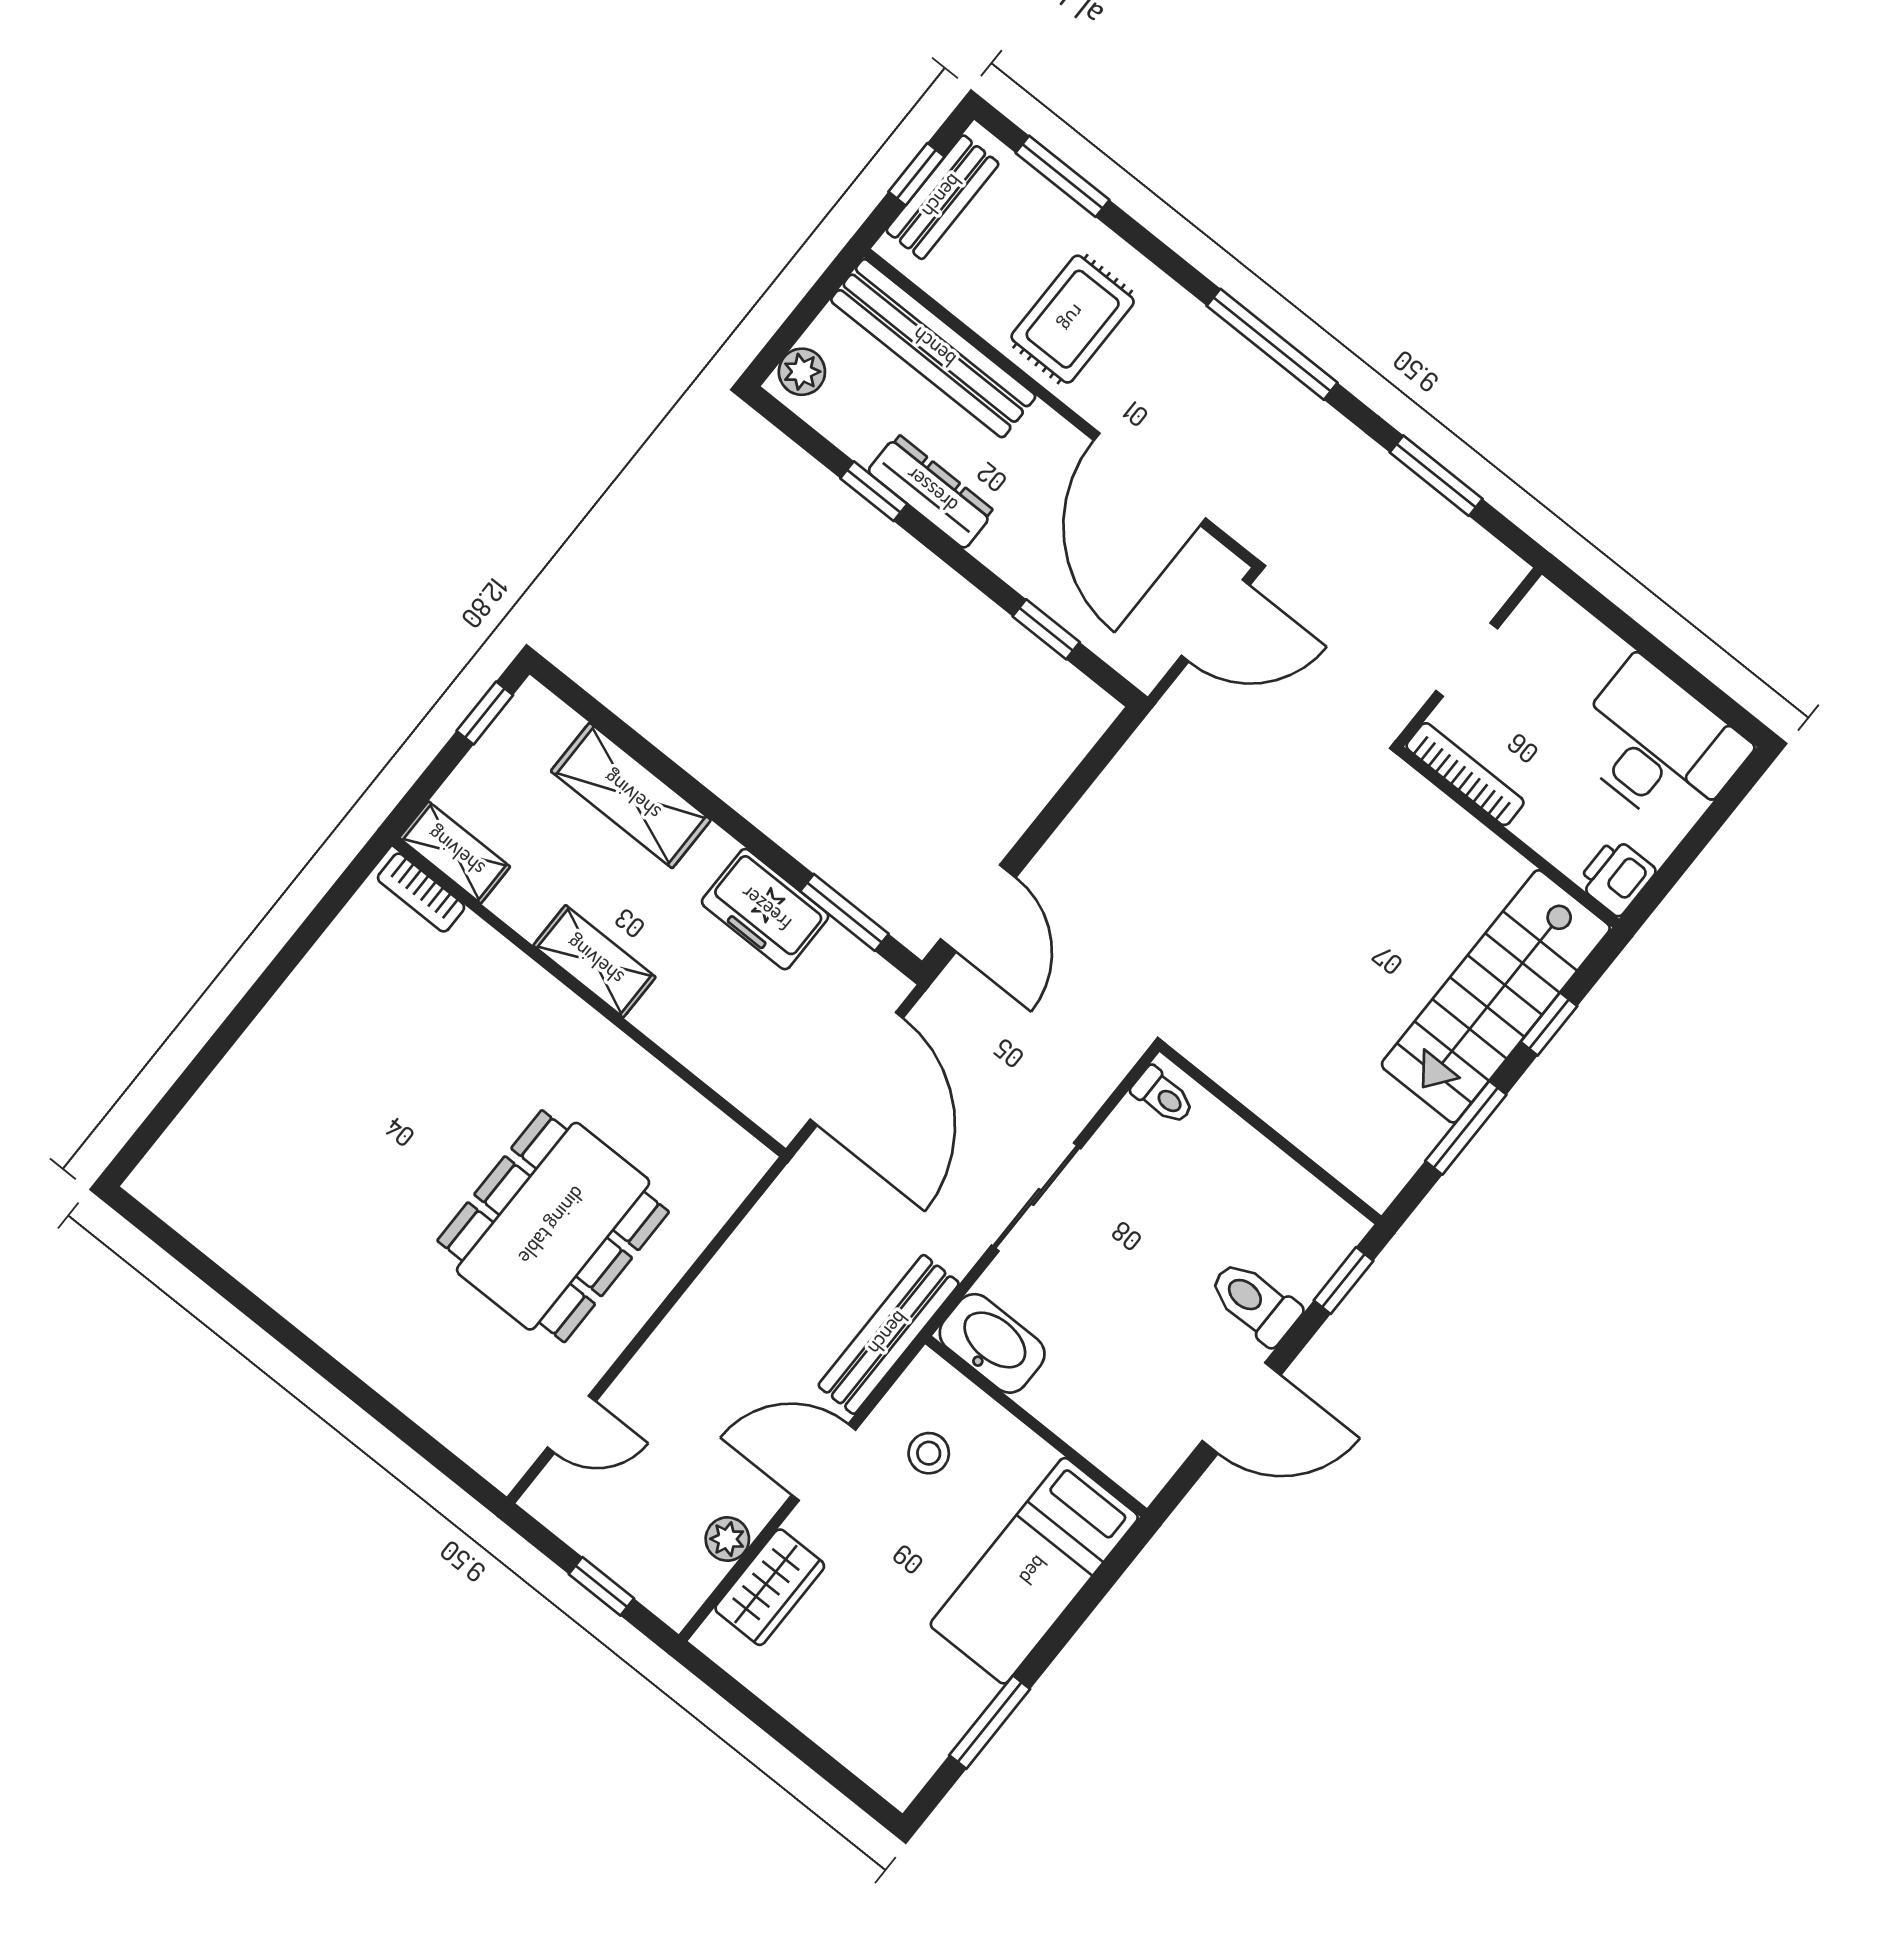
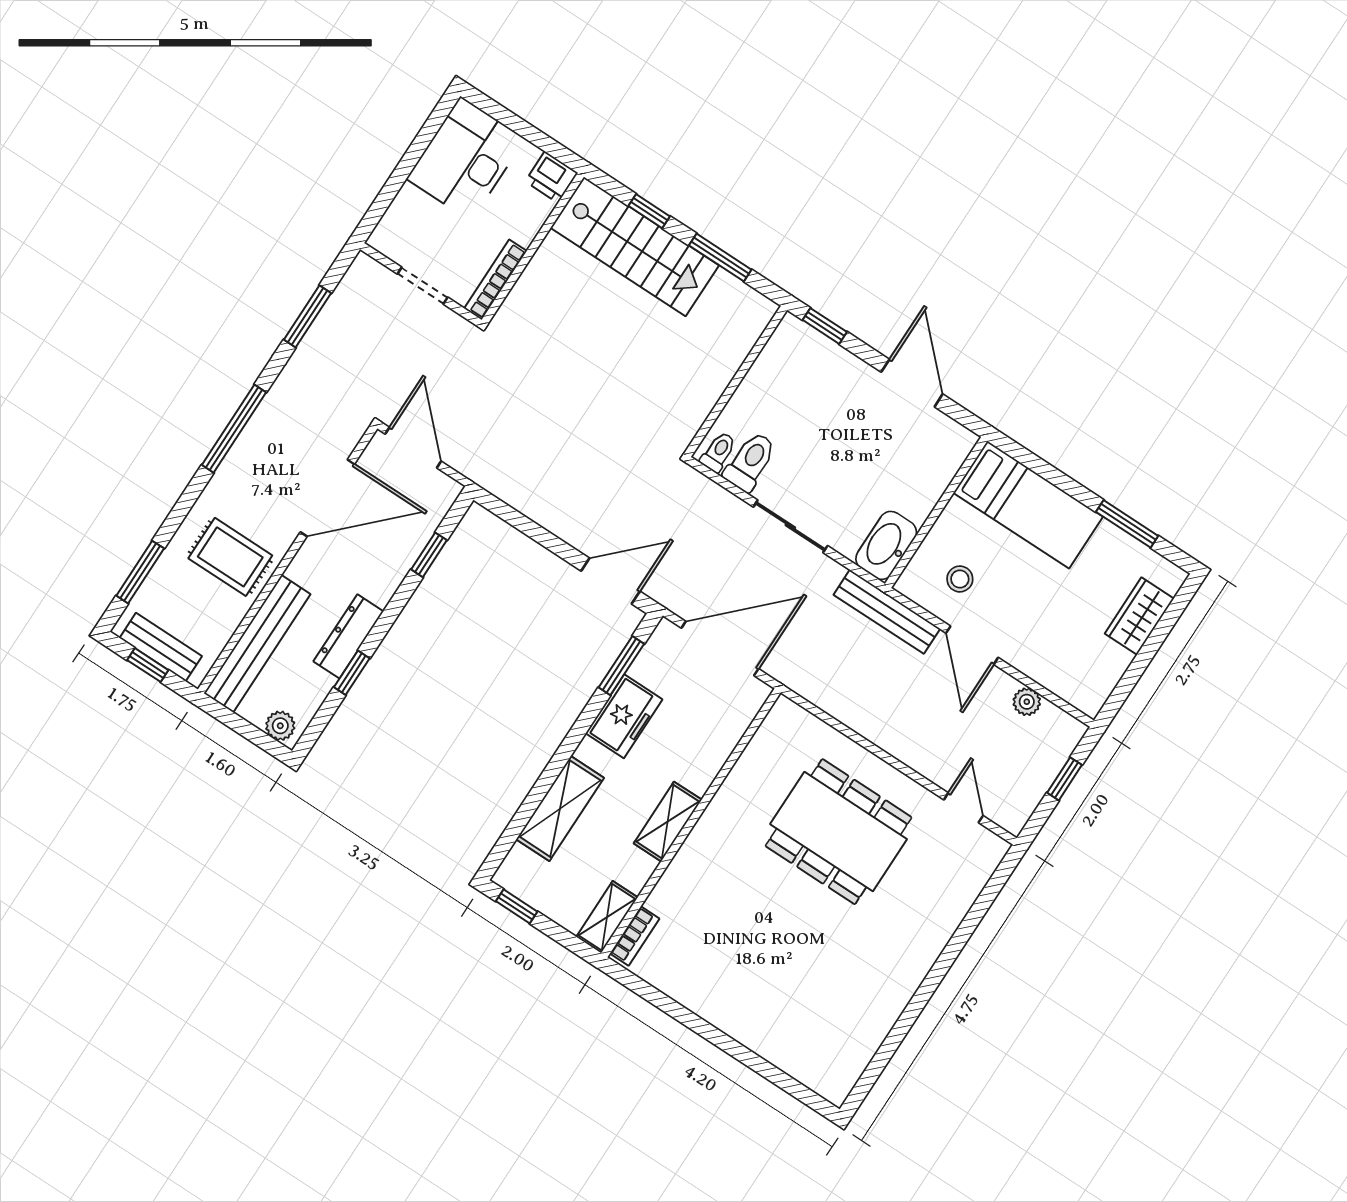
toilet: (1255, 1302) -> (750, 462), moved, turned 180
wardrobe: (770, 1587) -> (1139, 616), moved, turned -90

